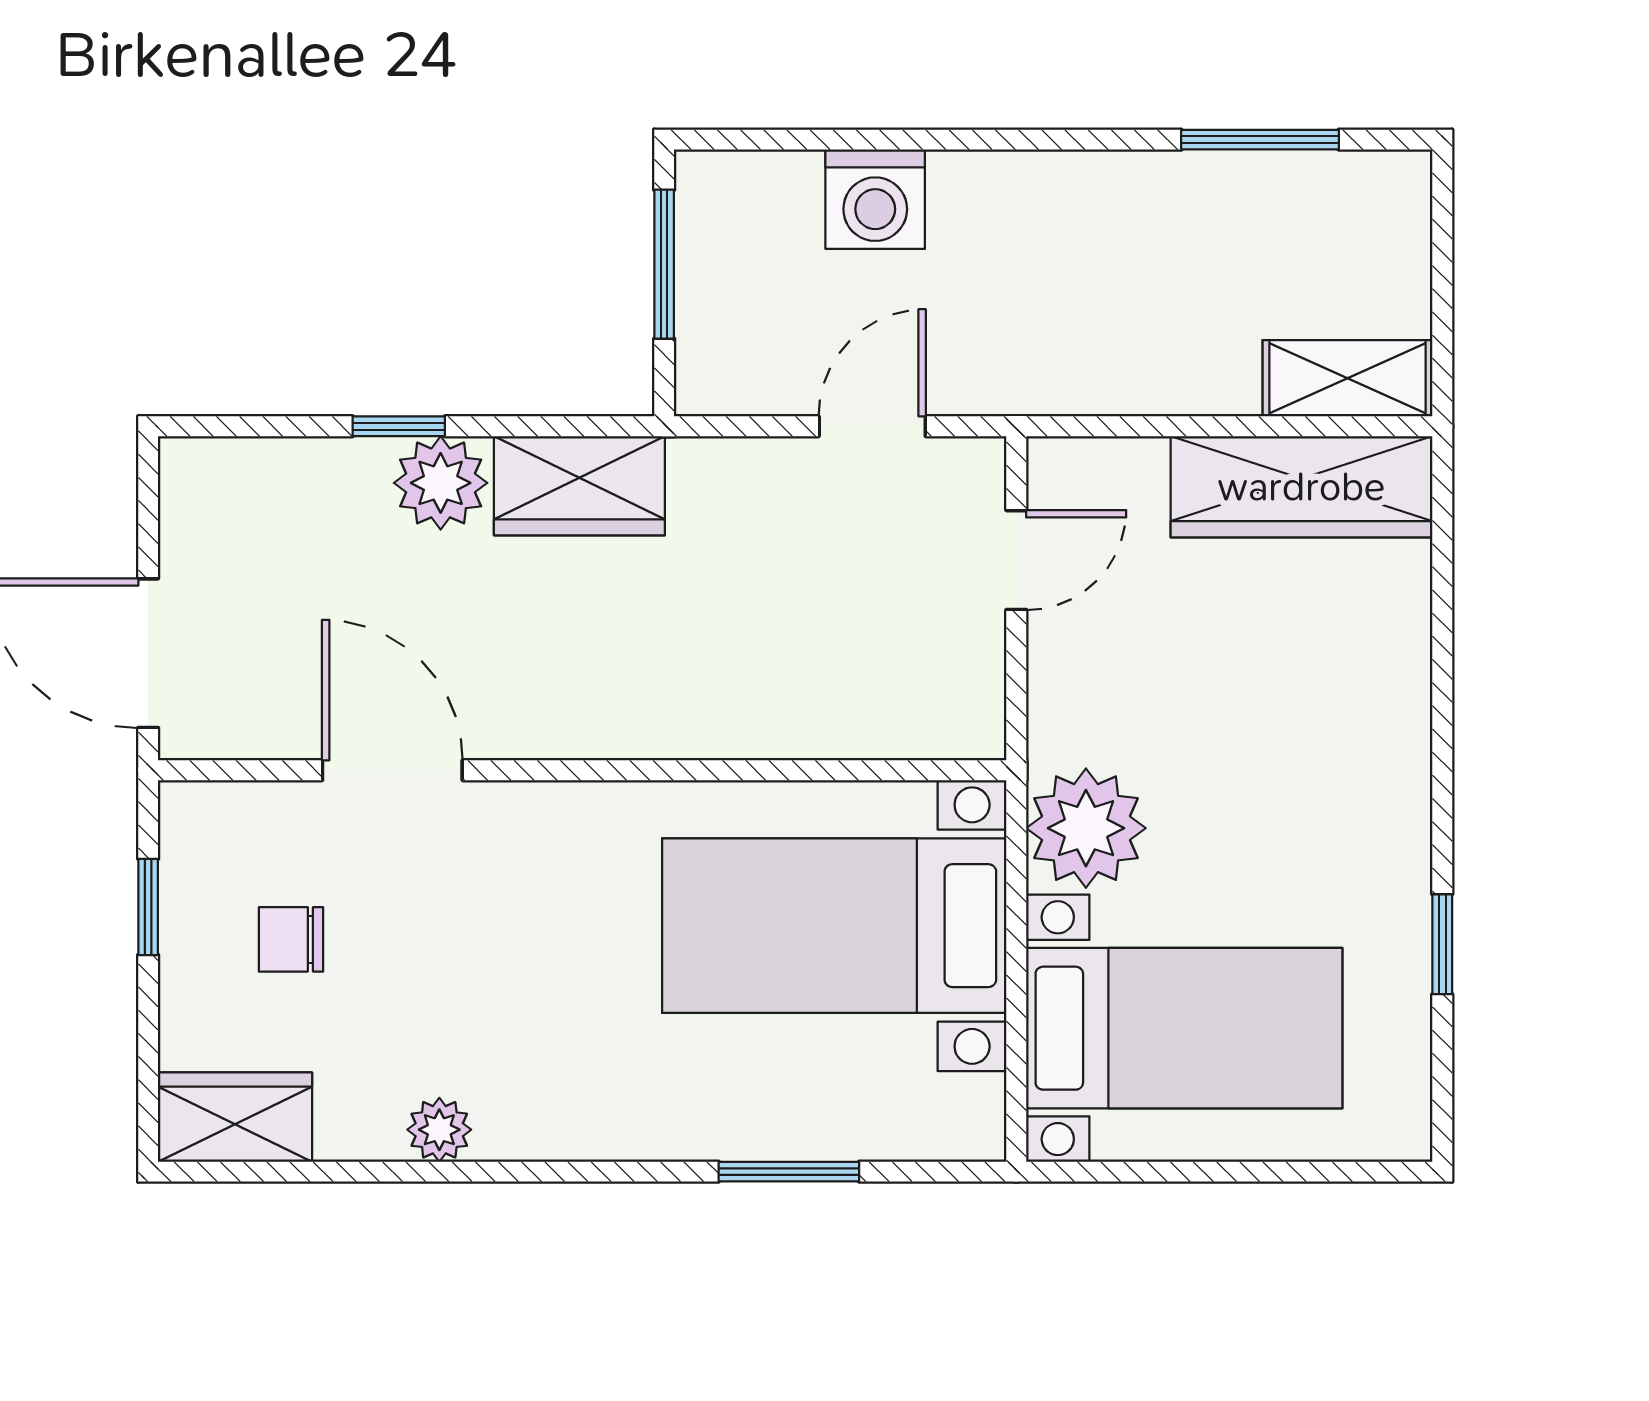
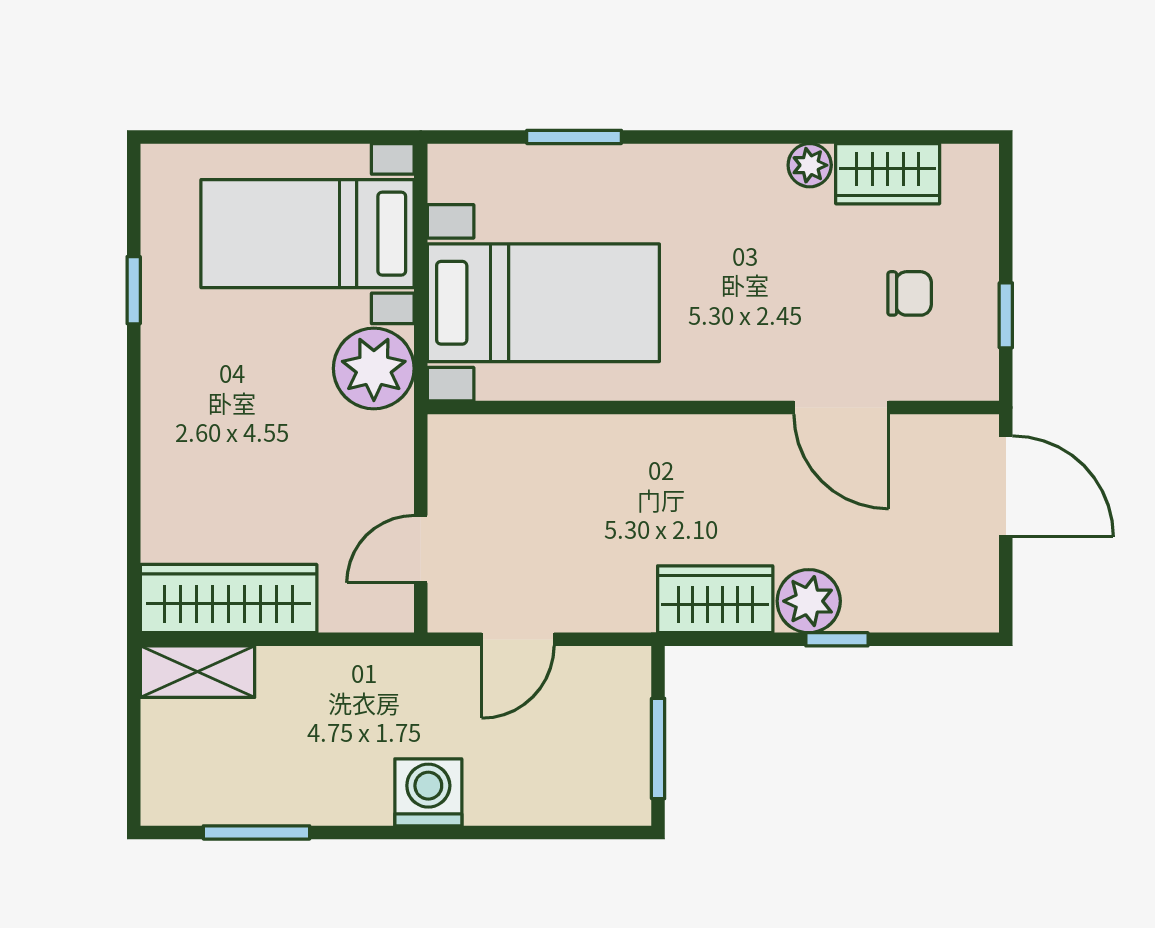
washing machine: (875, 199) -> (428, 792), moved
wardrobe: (235, 1117) -> (888, 174), moved

